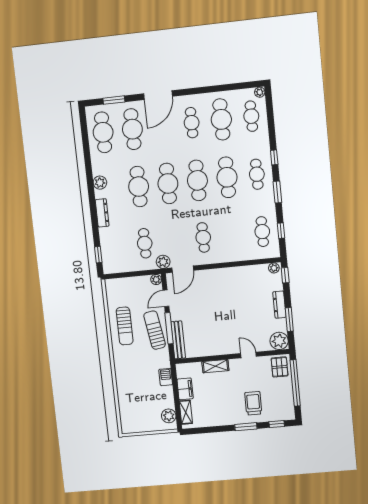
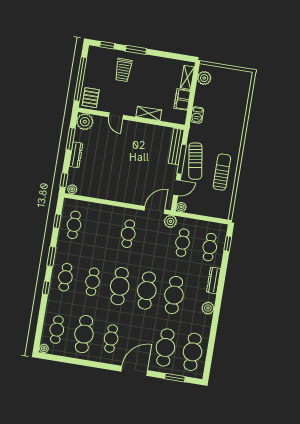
cafe table: (227, 177) -> (93, 282), width x0.73, depth x0.74
cafe table: (116, 246) -> (210, 247), added

